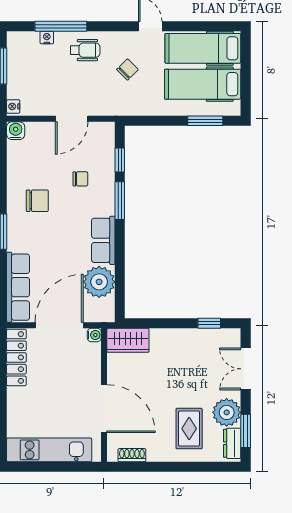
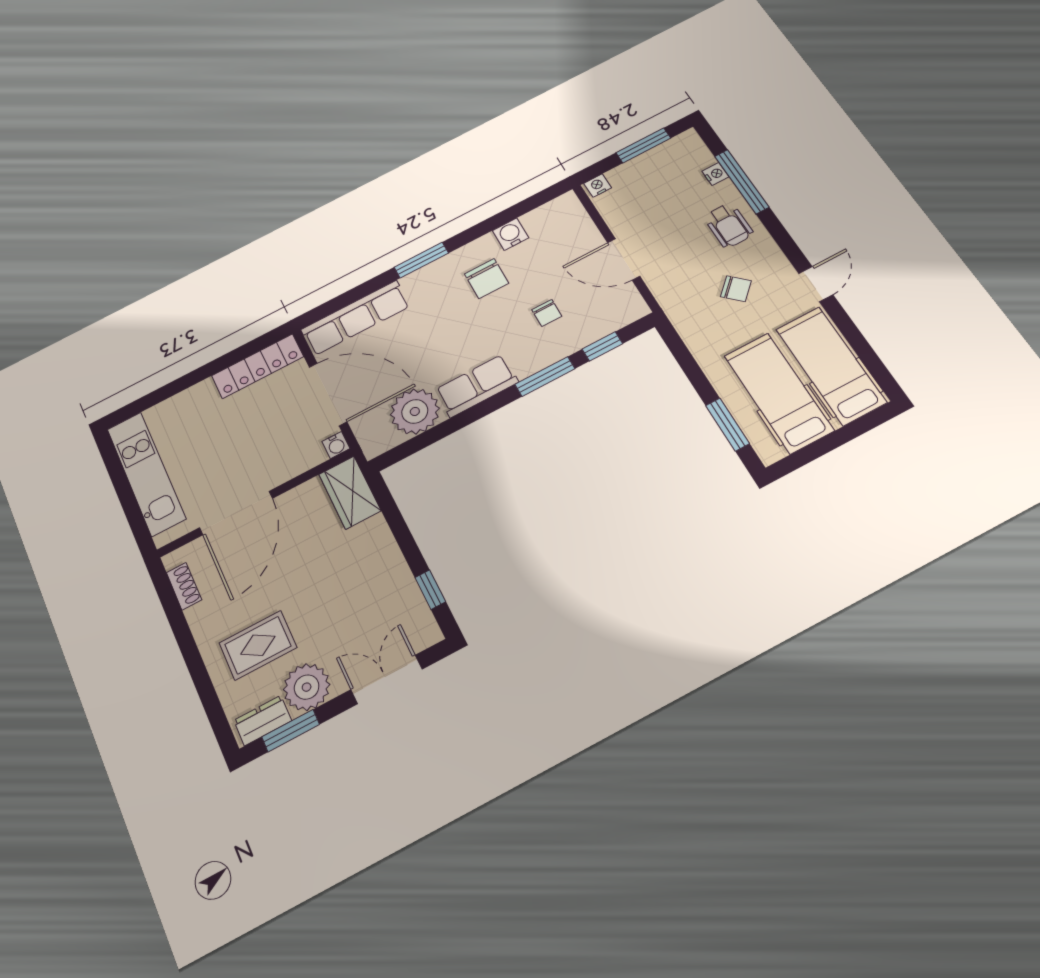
water cooler: (16, 131) -> (511, 234), moved, turned -90

